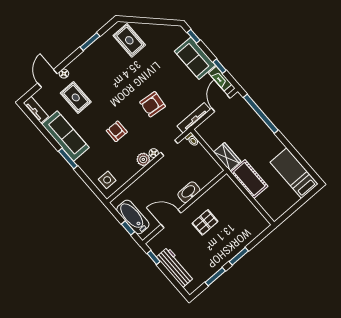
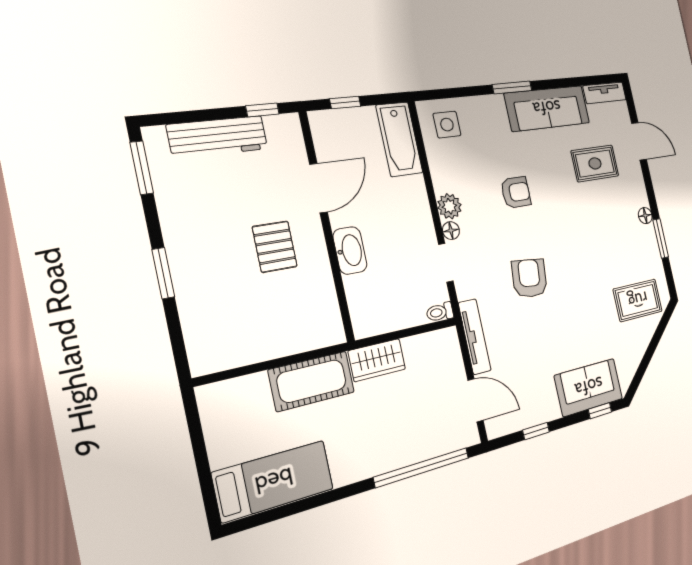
sofa: (195, 58) -> (589, 387), moved
floor lamp: (64, 74) -> (645, 216), moved
fireplace: (220, 79) -> (516, 421), removed
bathtub: (133, 217) -> (399, 139), moved, turned 90
window: (215, 277) -> (142, 168), moved

